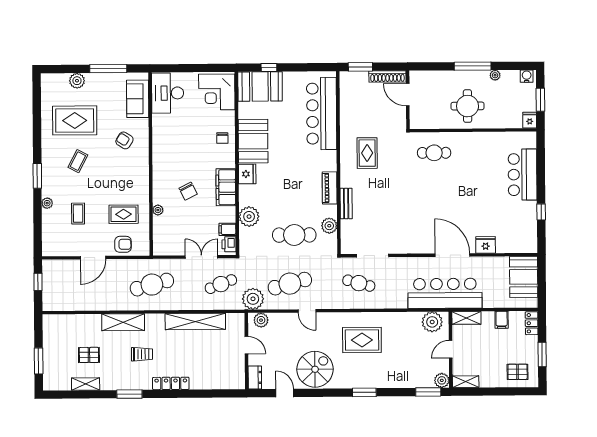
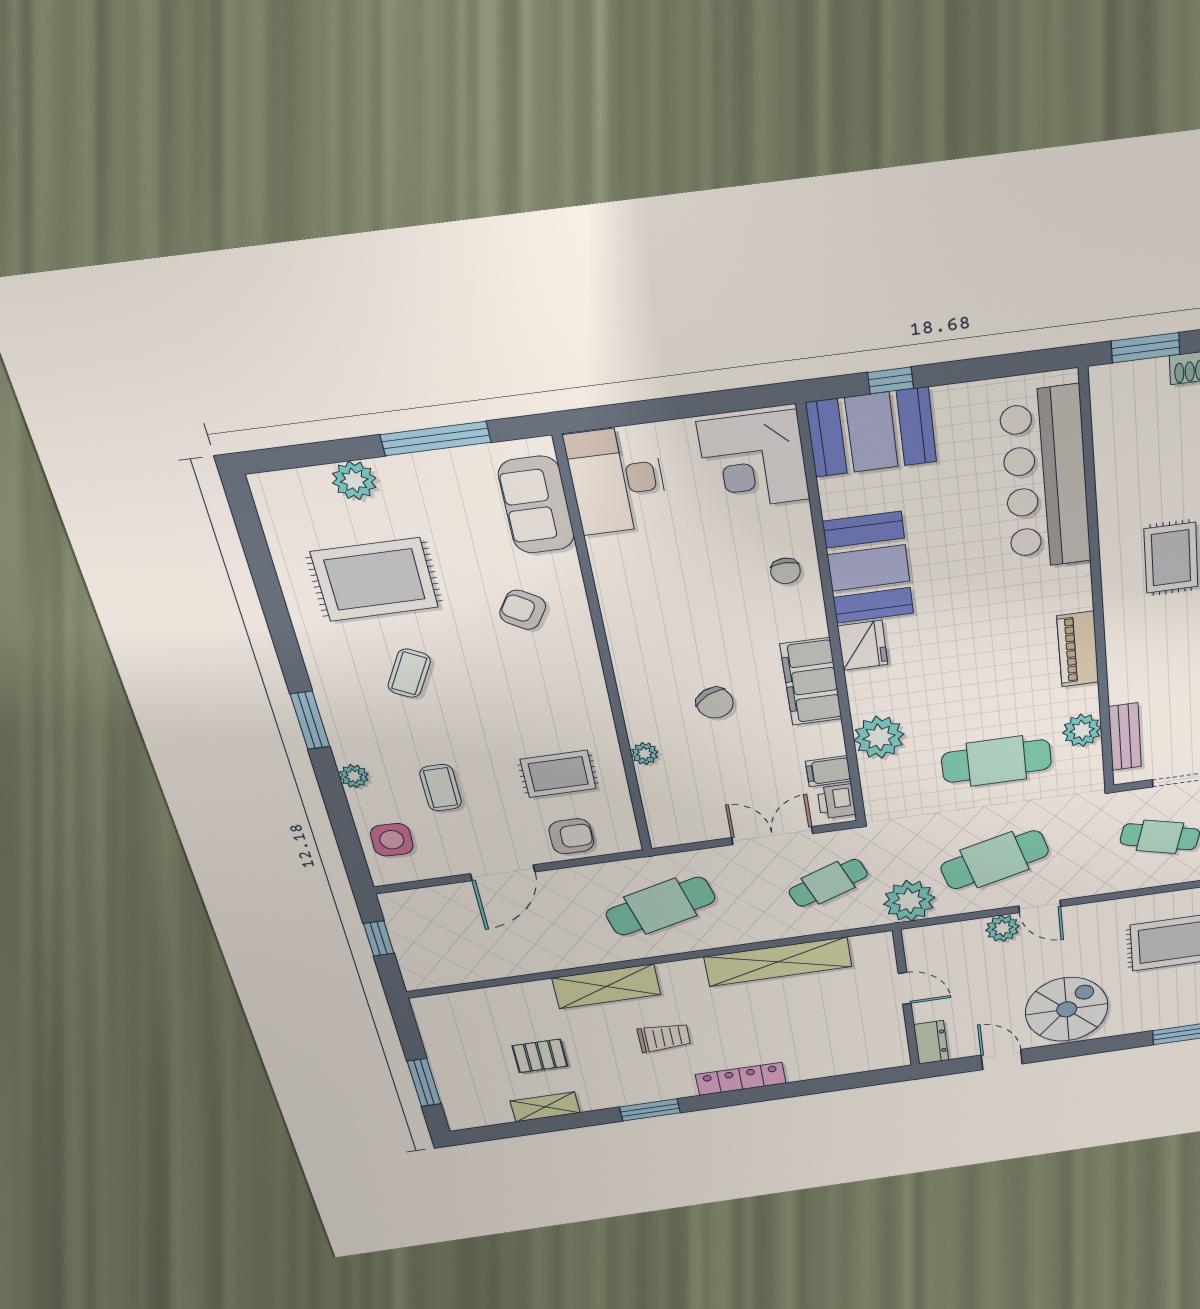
bench: (346, 203) -> (1125, 737), moved
side table: (54, 235) -> (392, 840), added
plant: (261, 320) -> (1003, 928), moved

